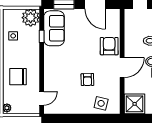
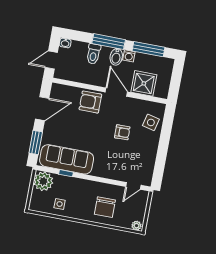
sofa: (54, 28) -> (67, 159), width x1.36
door: (42, 98) -> (133, 186), swing flipped
shower: (135, 104) -> (144, 83), moved

